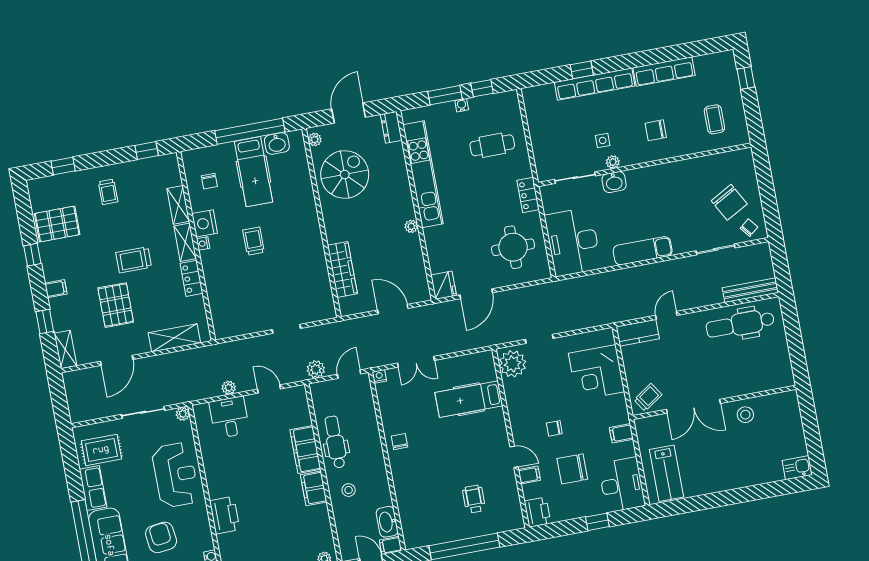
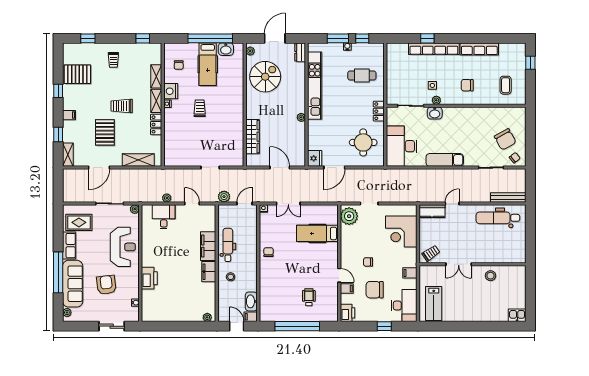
double door: (693, 406) -> (459, 264), width x0.73

